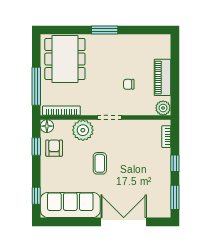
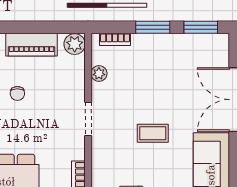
chair: (129, 84) -> (17, 93), moved
plant: (83, 130) -> (99, 74), moved, width x0.53, depth x0.53
window: (175, 163) -> (153, 27), width x1.50

